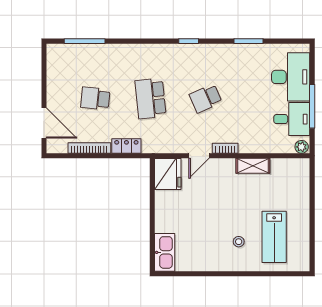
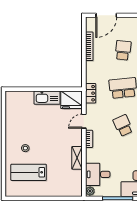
desk: (292, 119) -> (98, 174), moved, turned 90
locker: (126, 146) -> (91, 93), moved
door: (199, 156) -> (84, 121), hinge flipped
kitchen sink: (165, 252) -> (47, 98), moved

